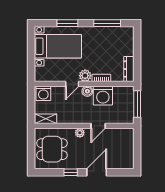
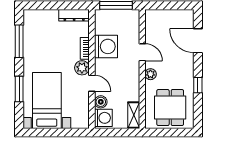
boiler: (87, 91) -> (101, 102), moved
door: (97, 172) -> (198, 41), moved

